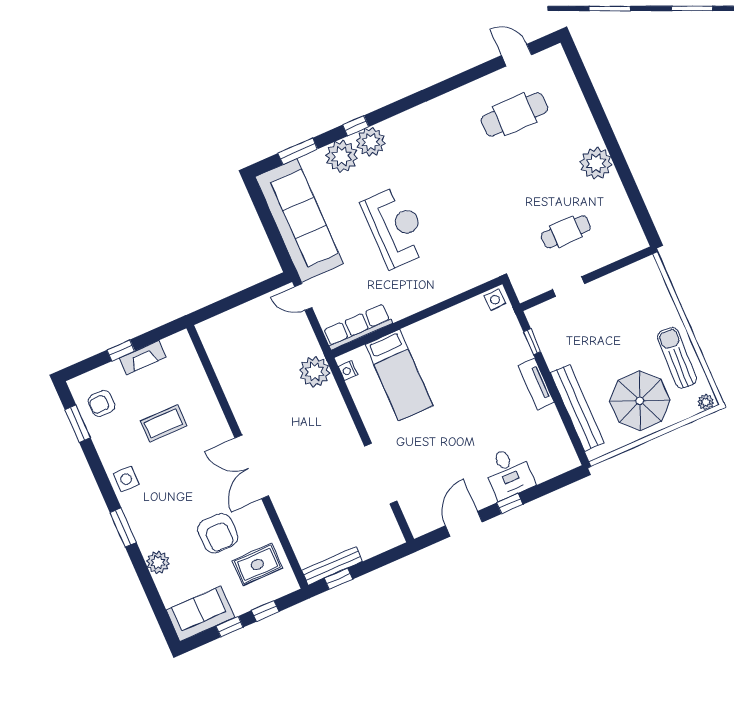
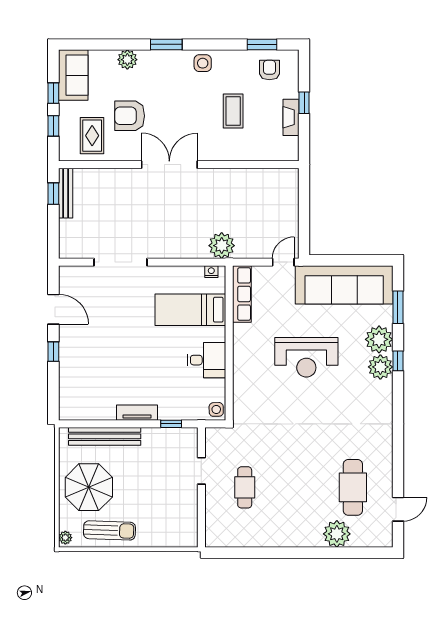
plant: (596, 163) -> (337, 534), moved
desk: (509, 473) -> (207, 360), moved, turned 180

